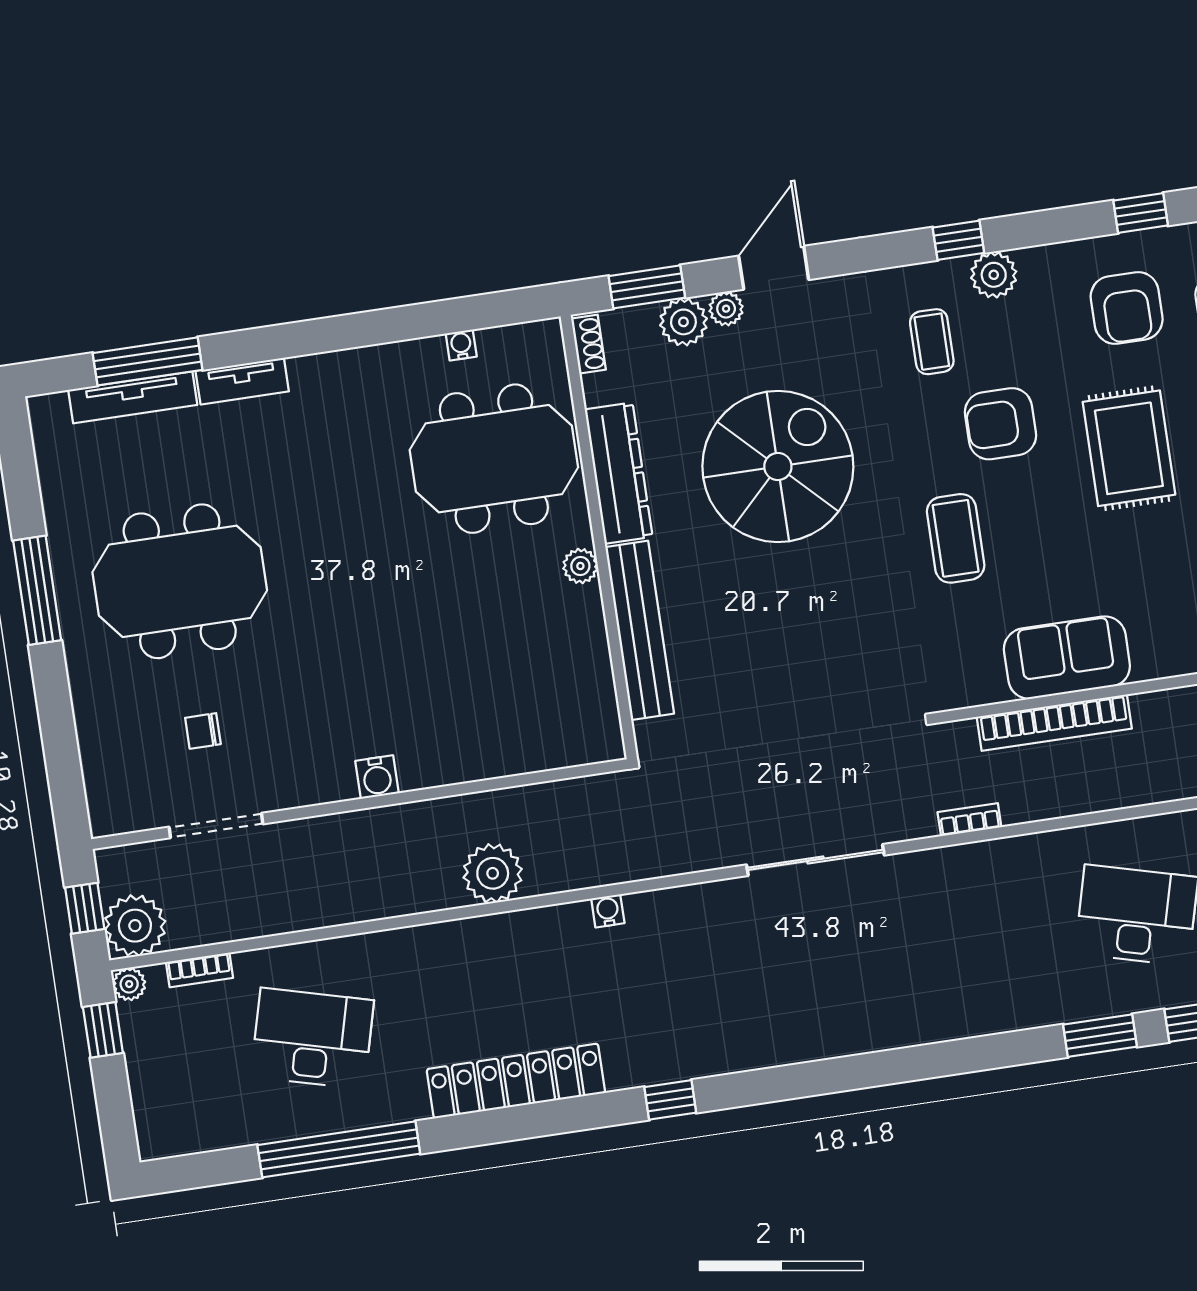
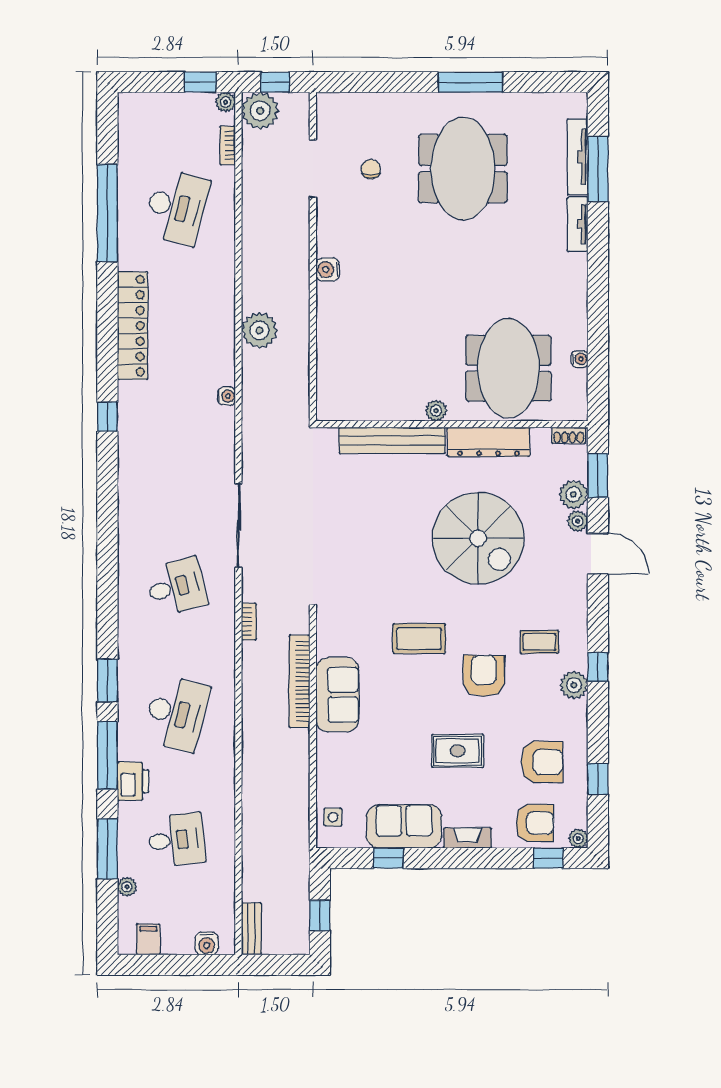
armchair: (1127, 308) -> (542, 762), turned 180
rug: (1129, 448) -> (458, 751), width x0.73, depth x0.70
desk: (930, 946) -> (176, 587), added

